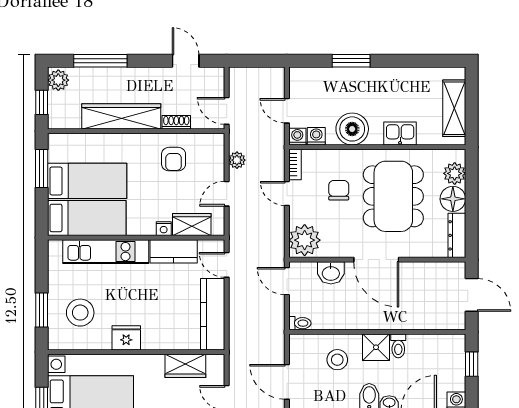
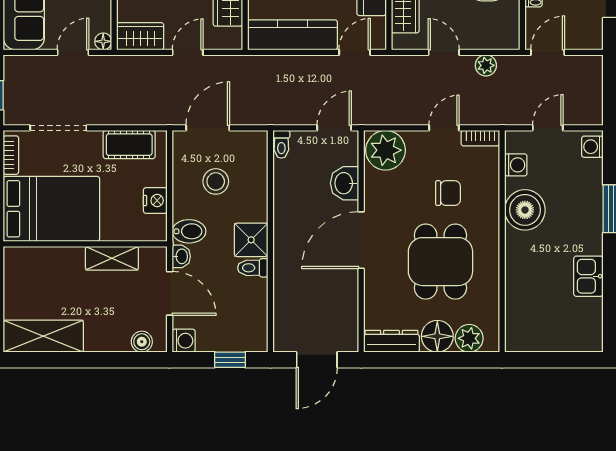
shelving: (454, 108) -> (551, 338), removed
kitchen sink: (400, 133) -> (588, 276), moved, turned 180
washing machine: (297, 137) -> (592, 147), moved, turned 180
dining table: (393, 196) -> (440, 262), width x0.73
stool: (337, 360) -> (216, 181), moved

